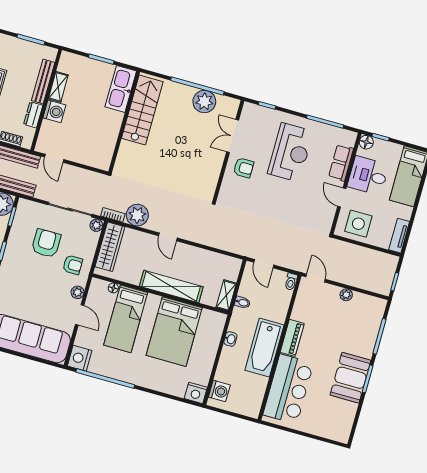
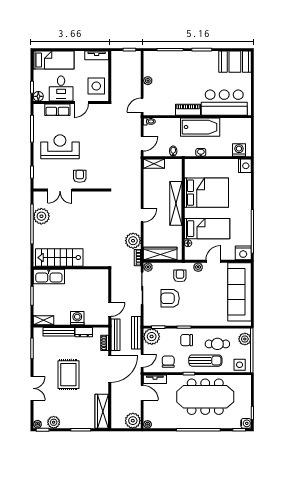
shelving: (58, 87) -> (44, 320), moved
shelving: (226, 295) -> (154, 164), moved
booth: (350, 378) -> (235, 62), moved

